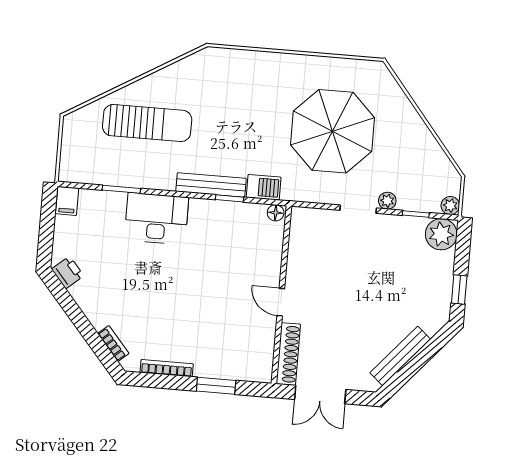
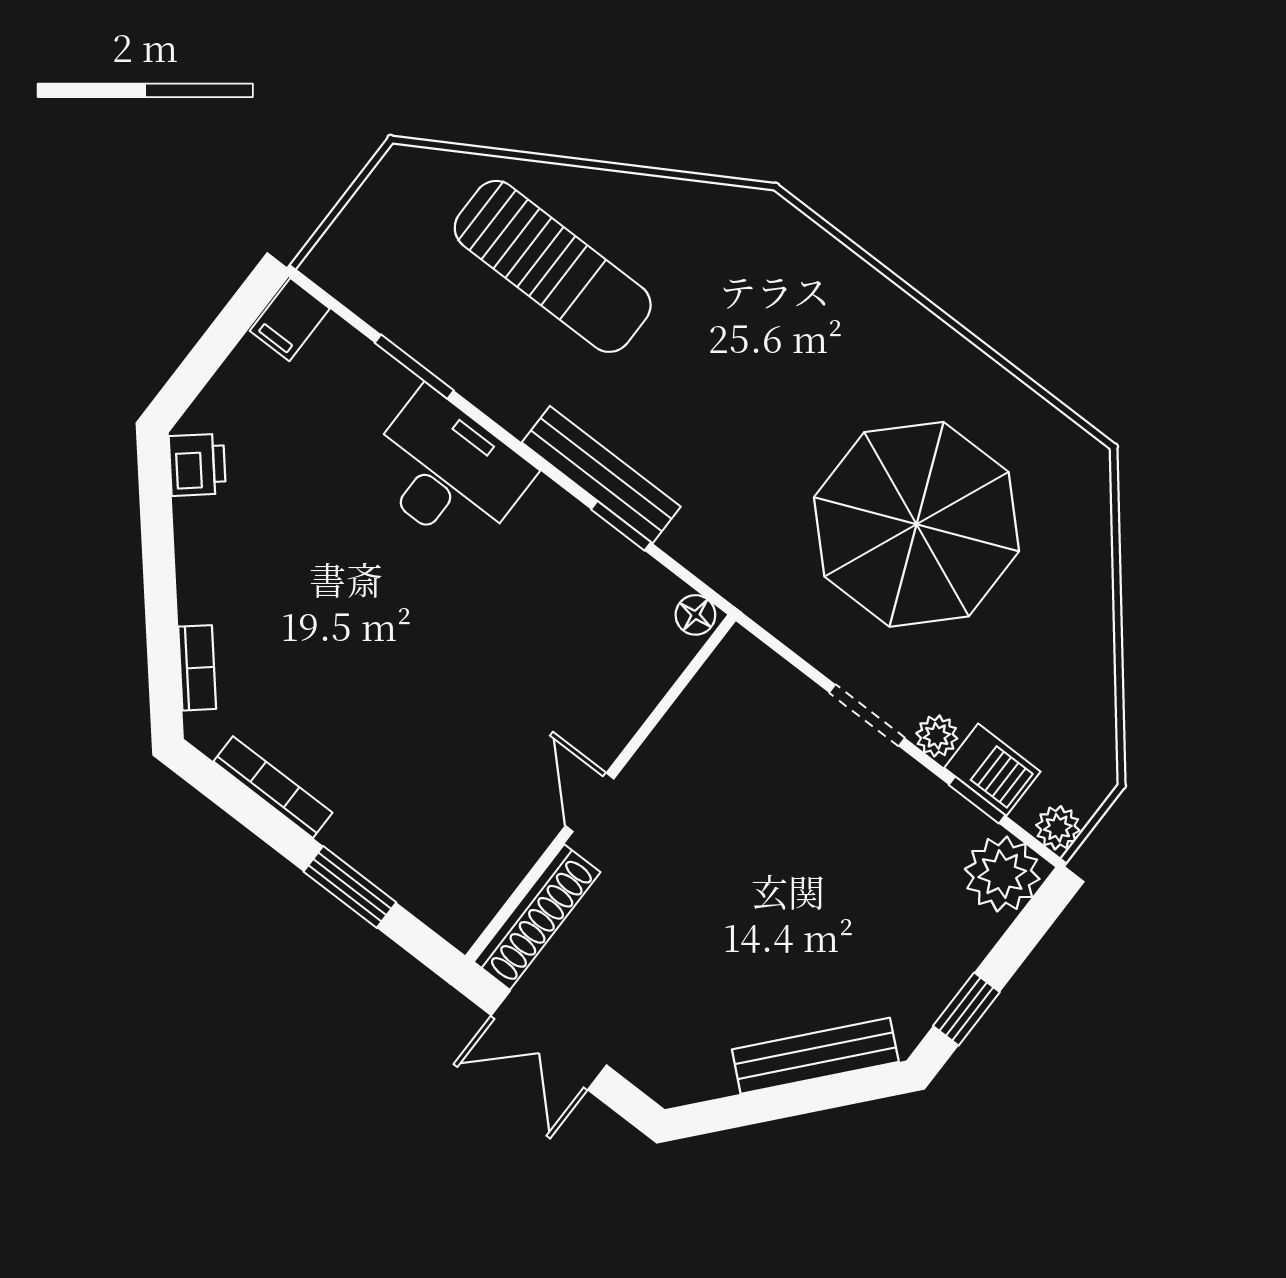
barbecue: (264, 187) -> (992, 770), moved
bench: (400, 356) -> (815, 1056), moved

